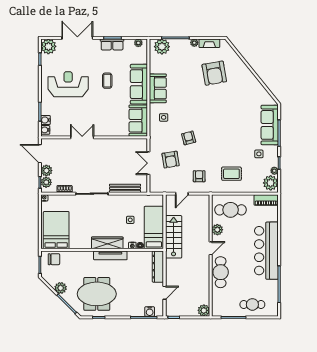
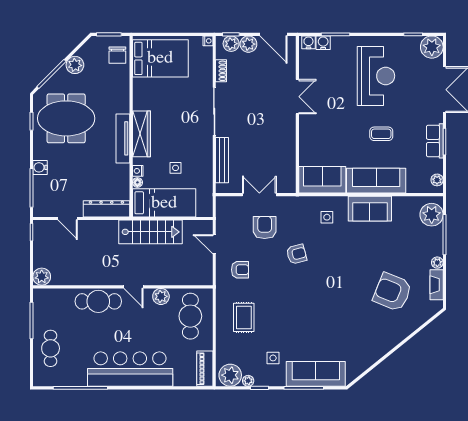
armchair: (214, 73) -> (392, 292), turned 32
door: (40, 154) -> (273, 34), swing flipped
armchair: (171, 160) -> (265, 227), turned 99
meeting table: (97, 294) -> (66, 118), turned 90
water cooler: (150, 311) -> (40, 167), moved

